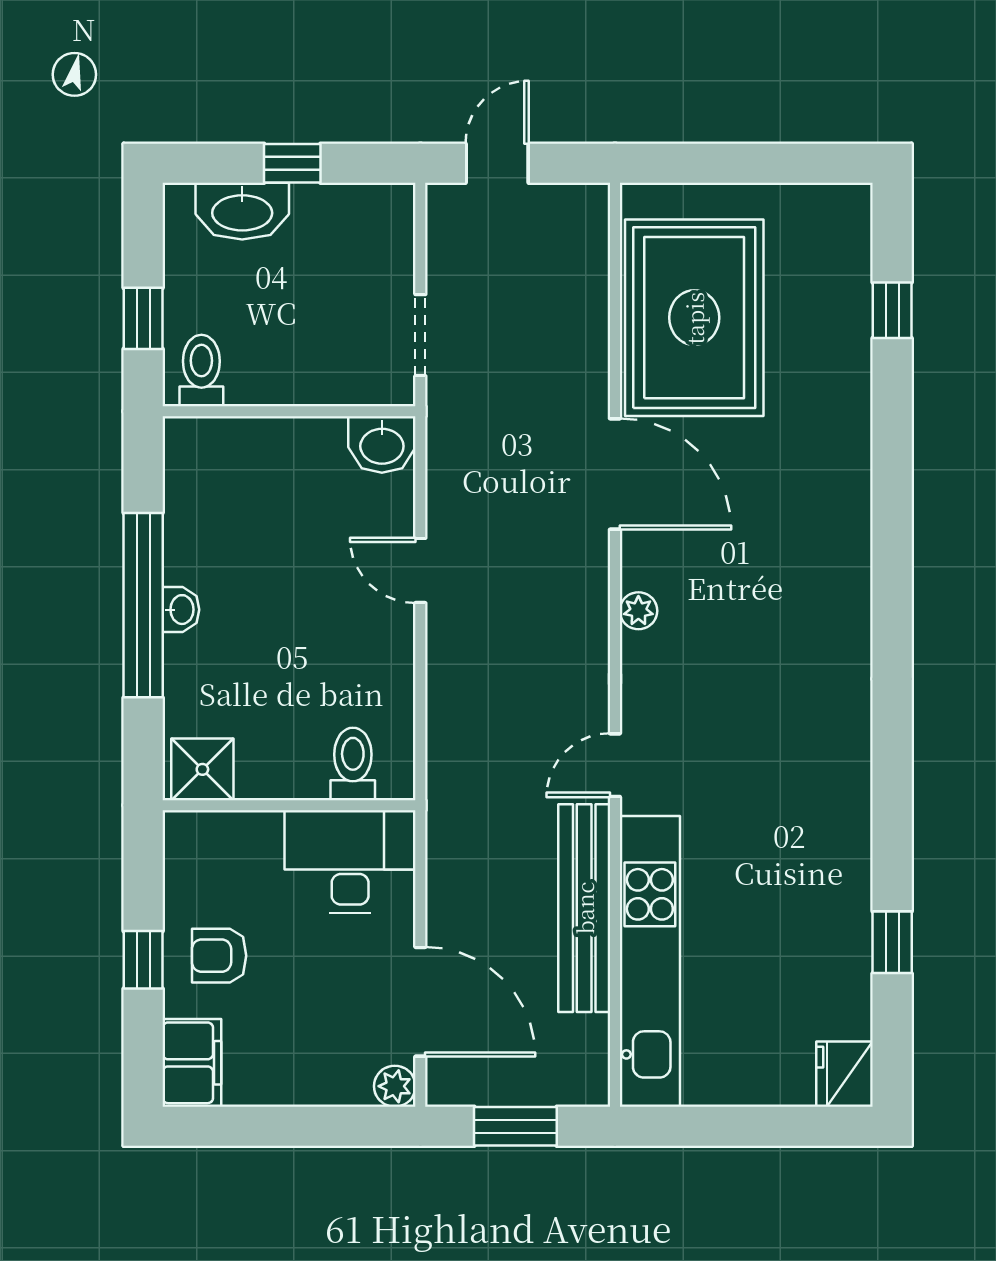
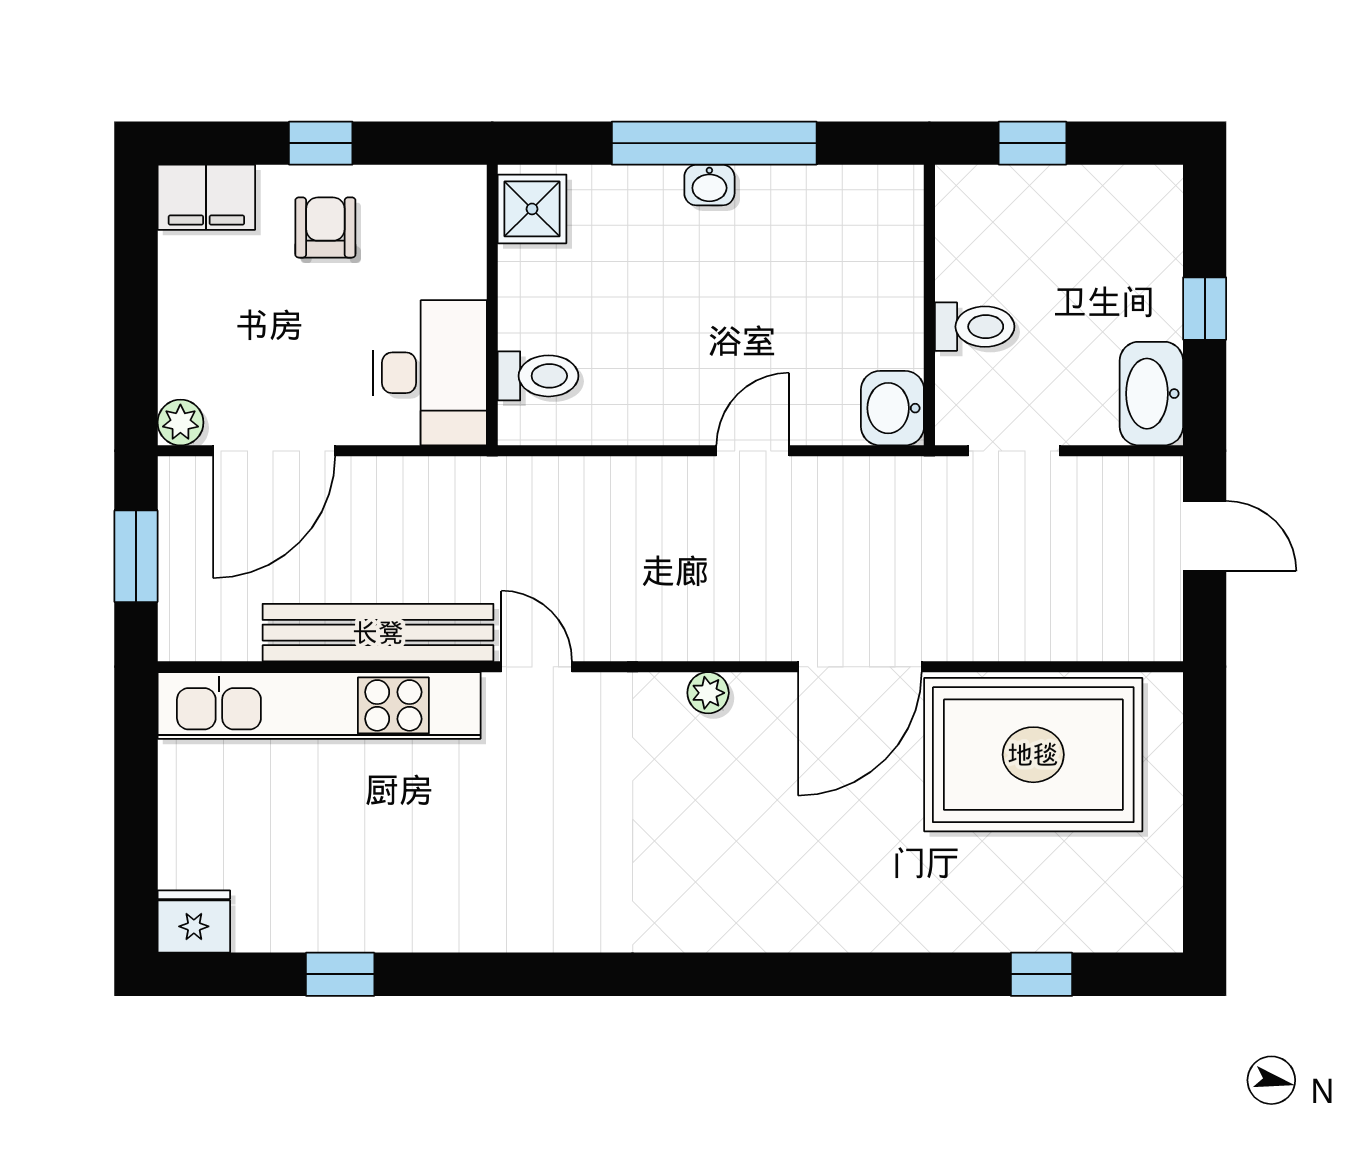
washbasin: (242, 211) -> (1151, 394), moved
toilet: (201, 371) -> (975, 327), moved

